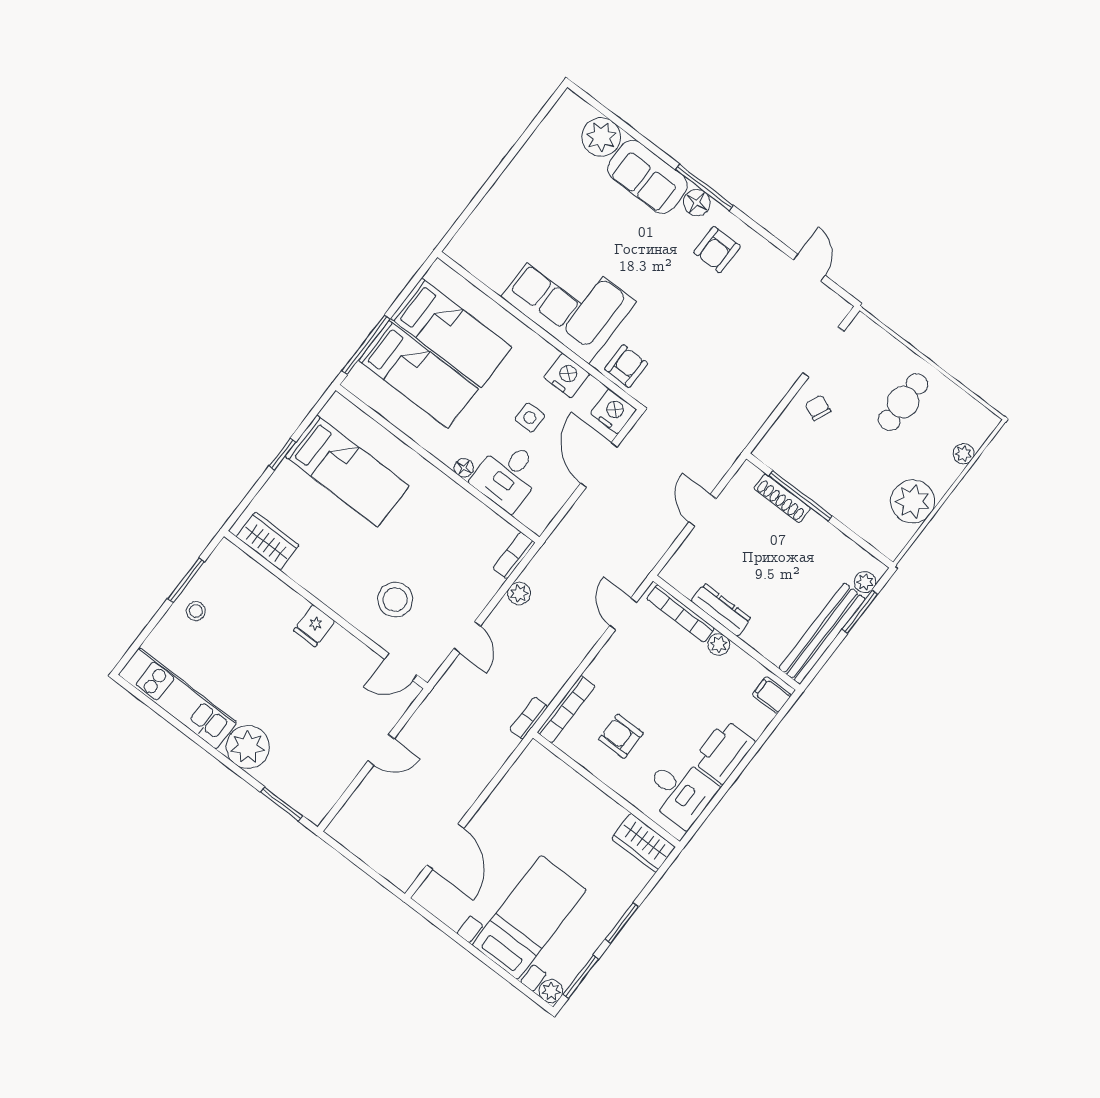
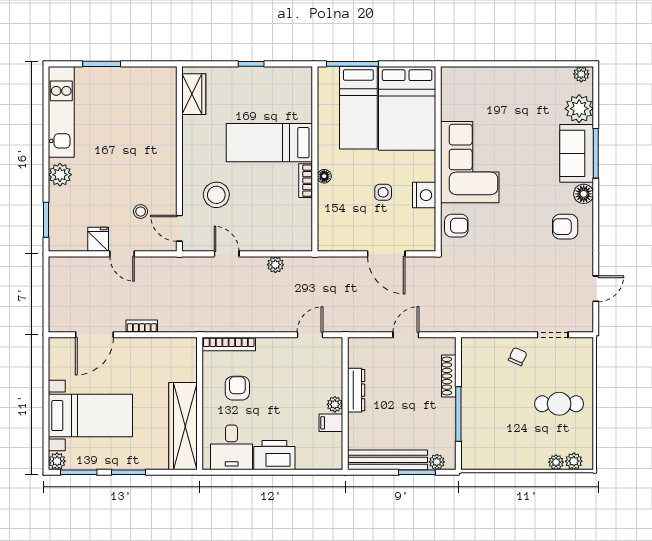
plant: (566, 106) -> (581, 74), added
window: (704, 187) -> (596, 153), moved
bed: (451, 333) -> (407, 108), width x1.50
doorway: (823, 352) -> (553, 335), width x0.73
nightstand: (613, 411) -> (424, 239), removed
door: (599, 465) -> (386, 254), swing flipped
bed: (347, 471) -> (269, 143), moved, turned 90
desk: (507, 475) -> (339, 205), removed
window: (801, 496) -> (458, 414), moved
plant: (913, 501) -> (574, 461), moved, width x0.53, depth x0.53
bookcase: (514, 555) -> (306, 181), moved, turned -90
window: (186, 580) -> (102, 64), moved
stool: (196, 611) -> (141, 212), moved
bookcase: (681, 613) -> (336, 368), removed
fridge: (314, 626) -> (98, 239), moved, turned 90
door: (467, 637) -> (227, 254), swing flipped
filing cabinet: (772, 695) -> (331, 423), moved, turned -90
bookcase: (529, 718) -> (142, 326), moved
plant: (248, 747) -> (60, 175), width x0.73, depth x0.73
wardrobe: (643, 843) -> (183, 426), width x2.10, depth x1.17

